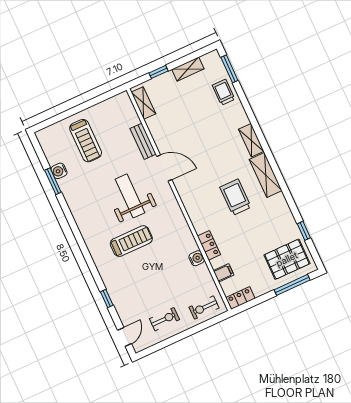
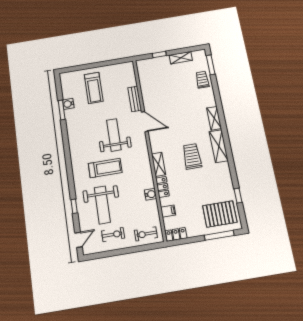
shelving: (143, 103) -> (158, 164), moved
weight bench: (141, 287) -> (102, 205), added

